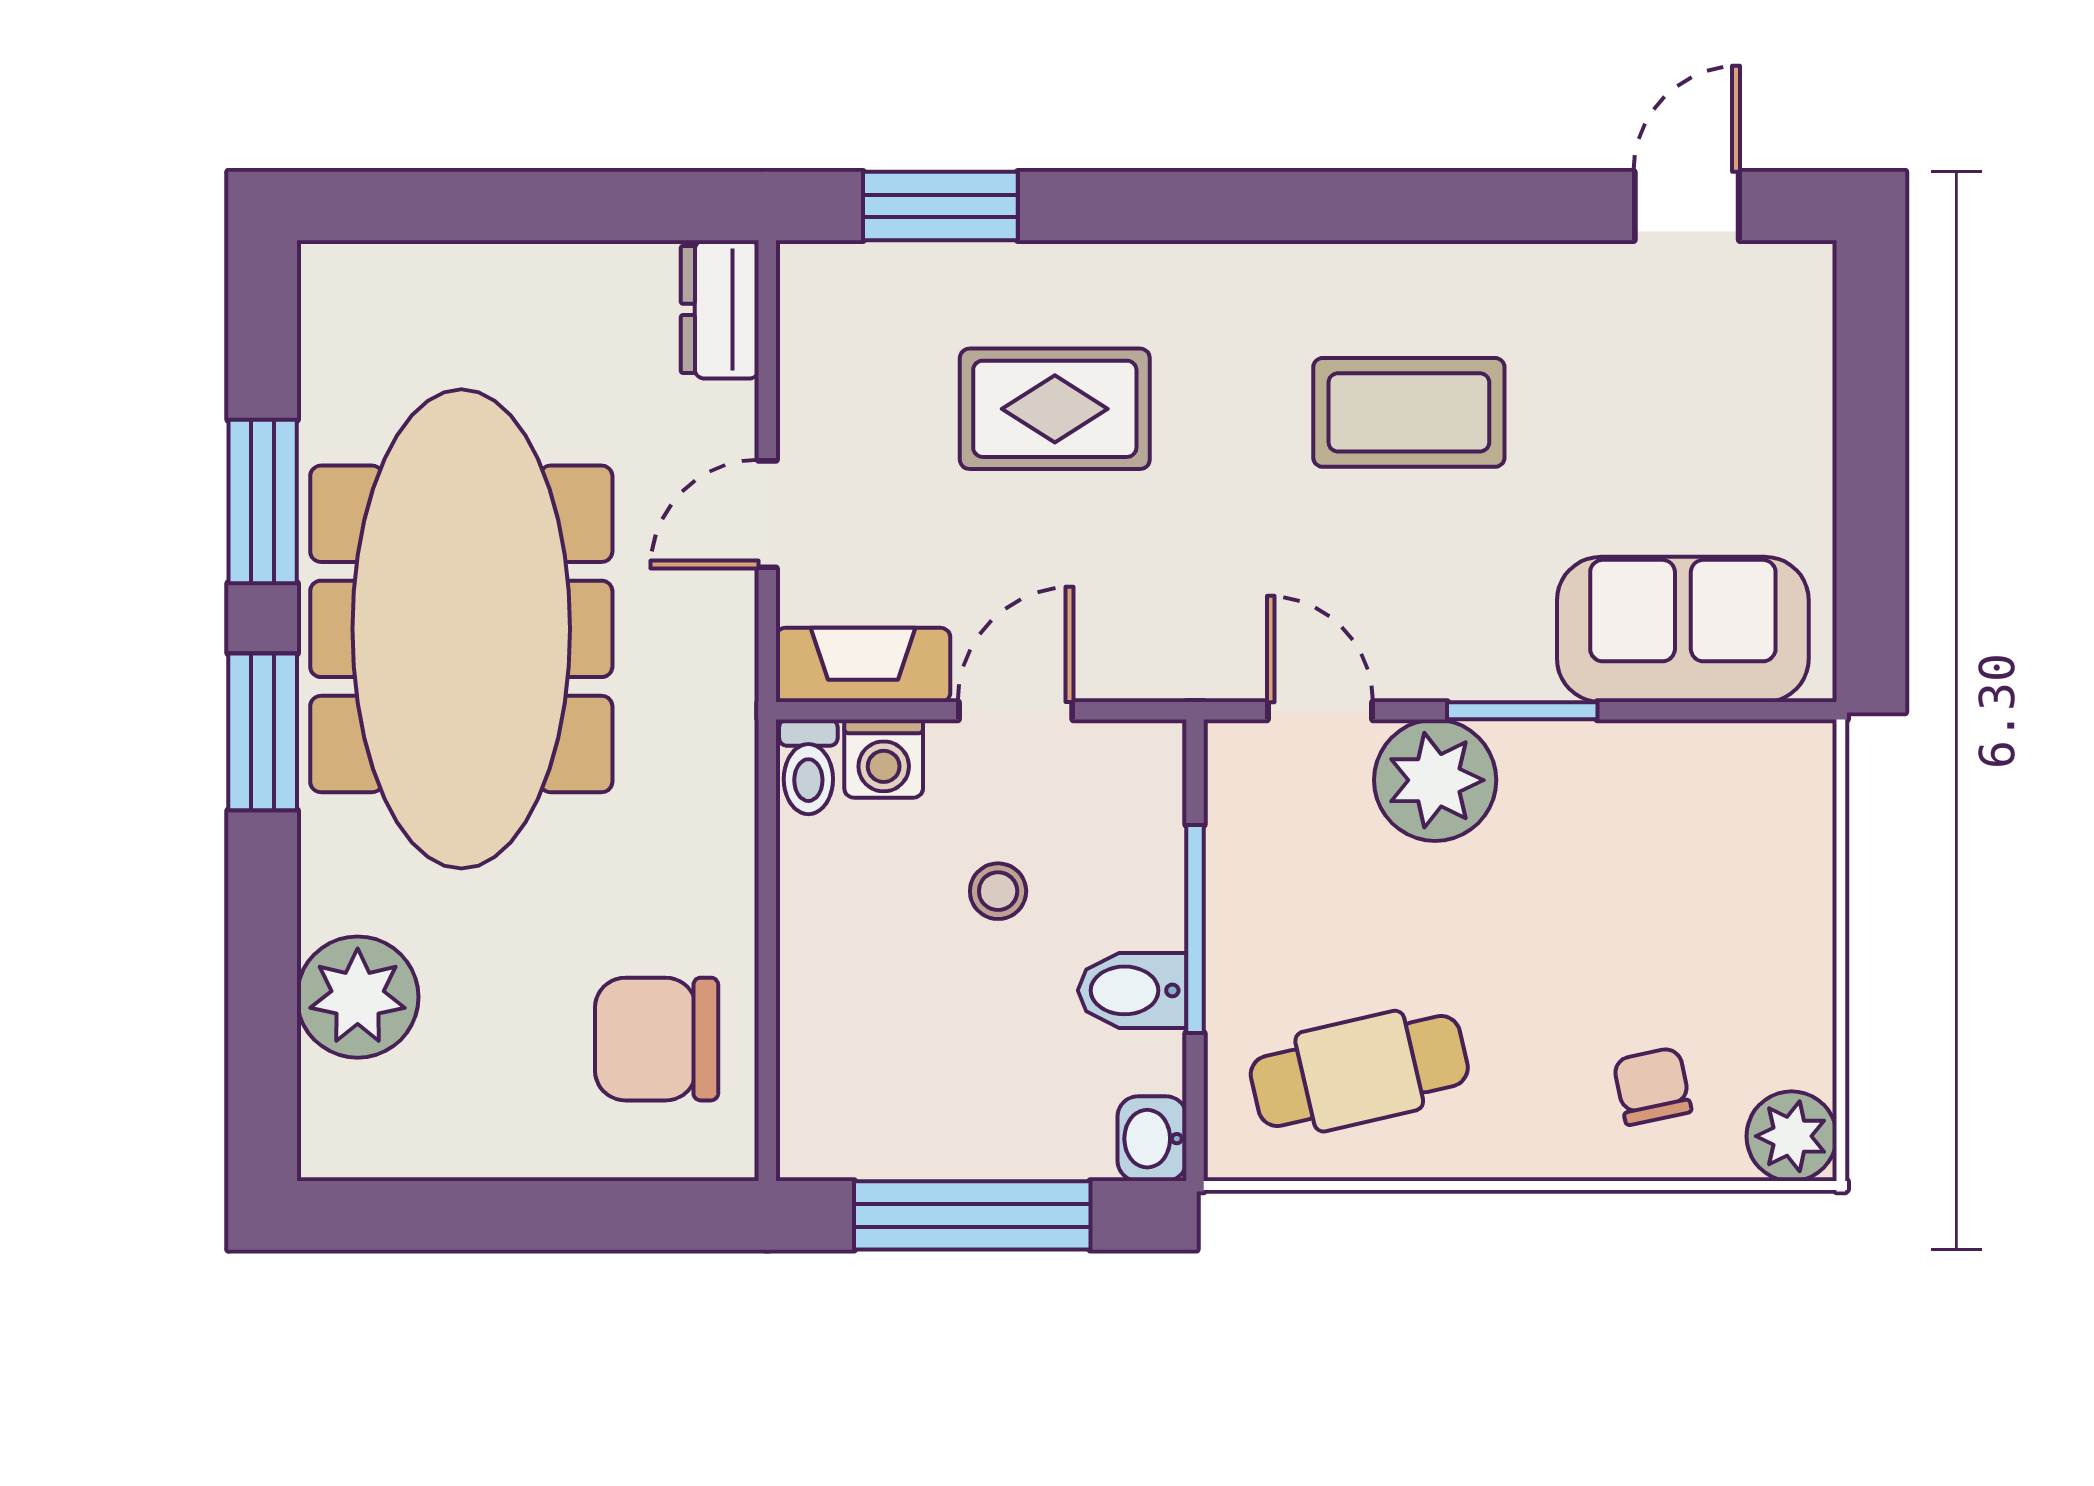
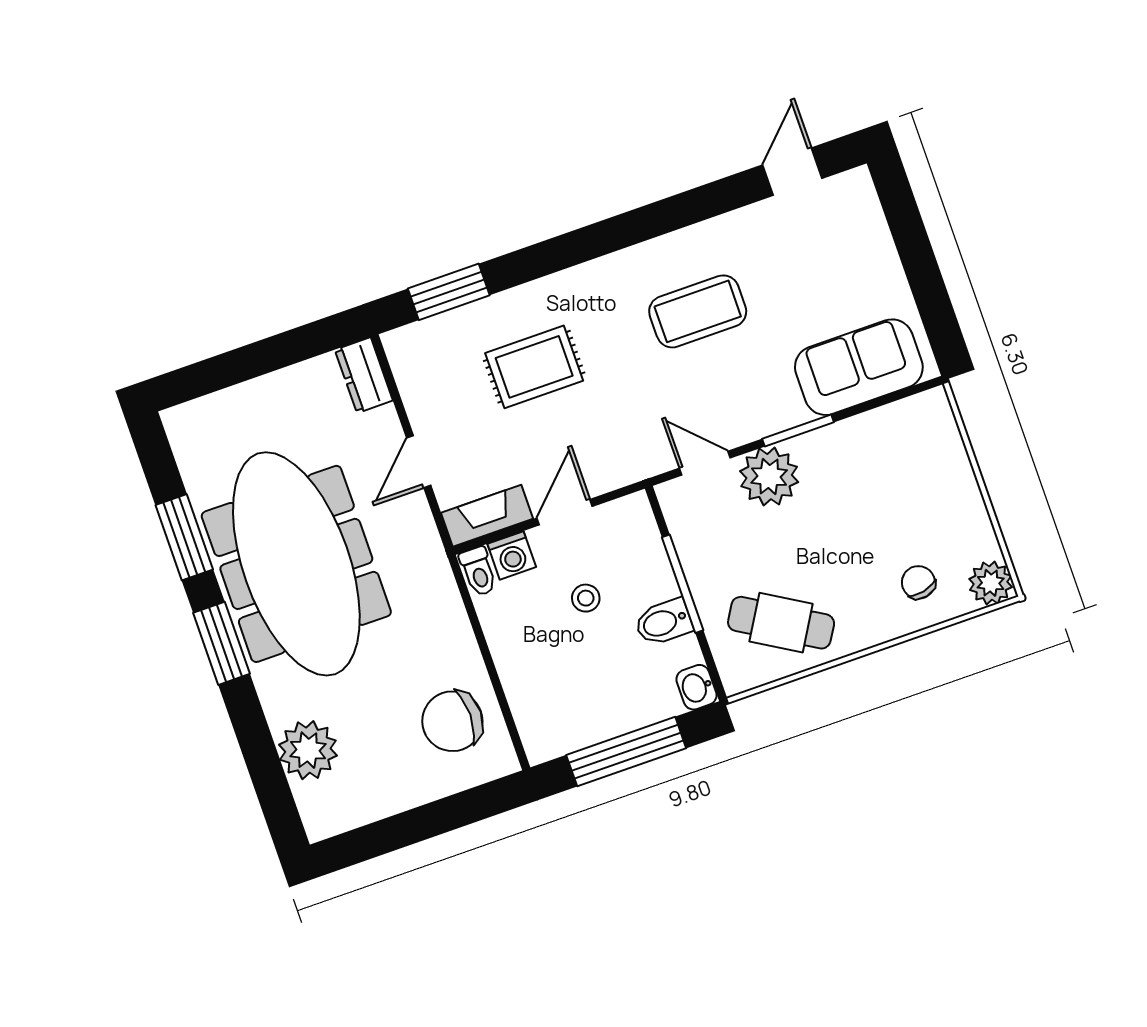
cafe table: (1359, 1071) -> (781, 623), turned 44

